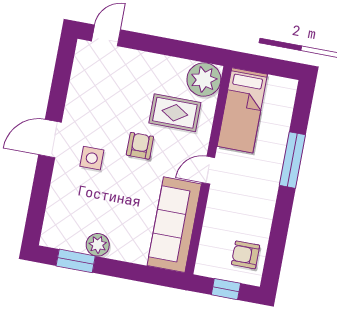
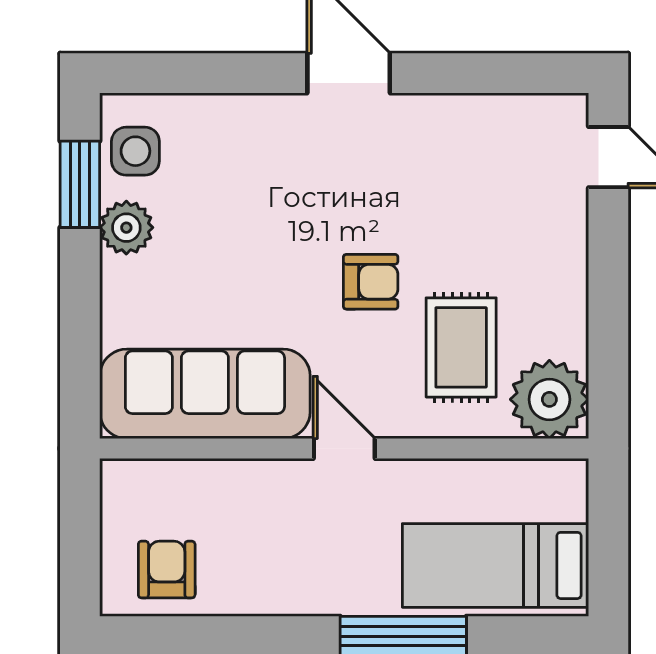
bed: (242, 110) -> (495, 565), moved
side table: (92, 158) -> (135, 151), moved
window: (226, 289) -> (80, 539), removed

